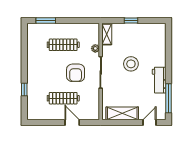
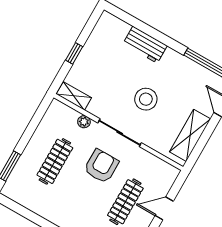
stool: (131, 64) -> (146, 99), moved
armchair: (76, 73) -> (101, 166), turned -90
workbench: (159, 80) -> (145, 45), moved

